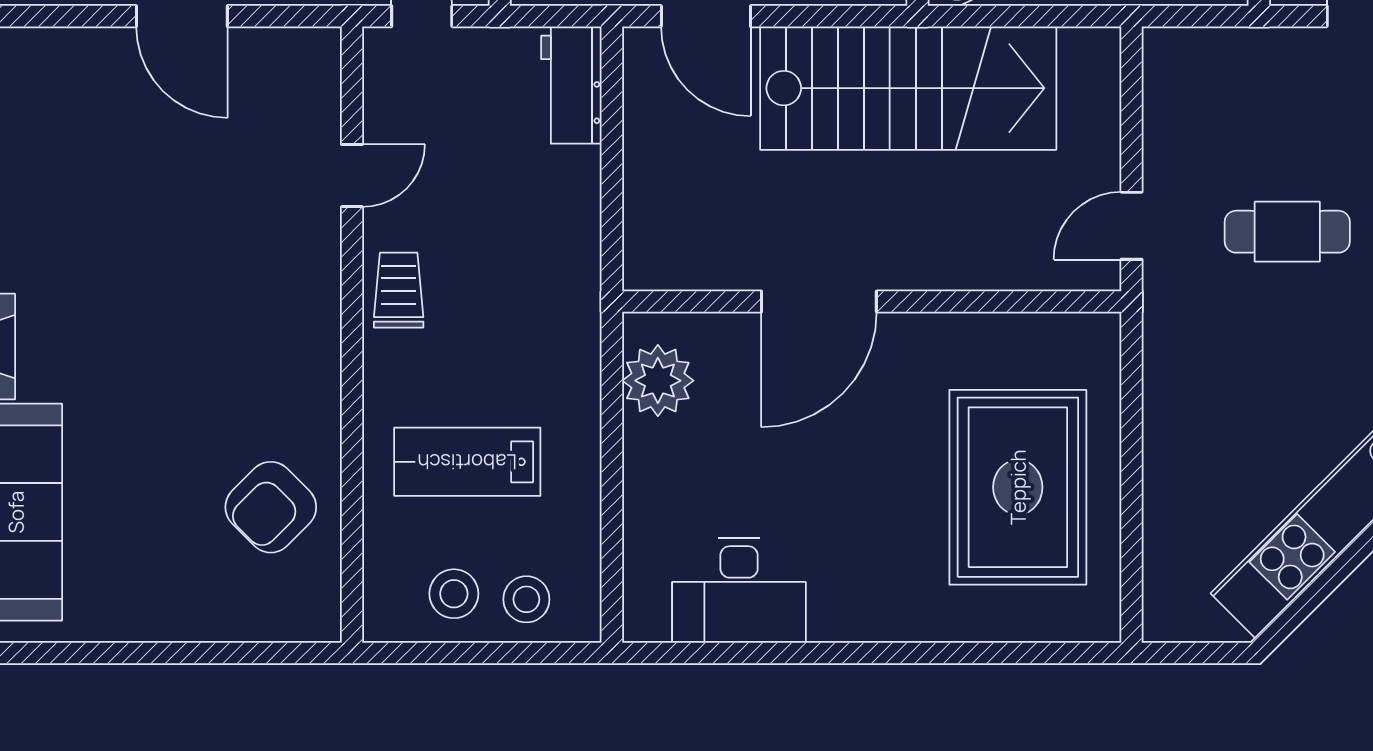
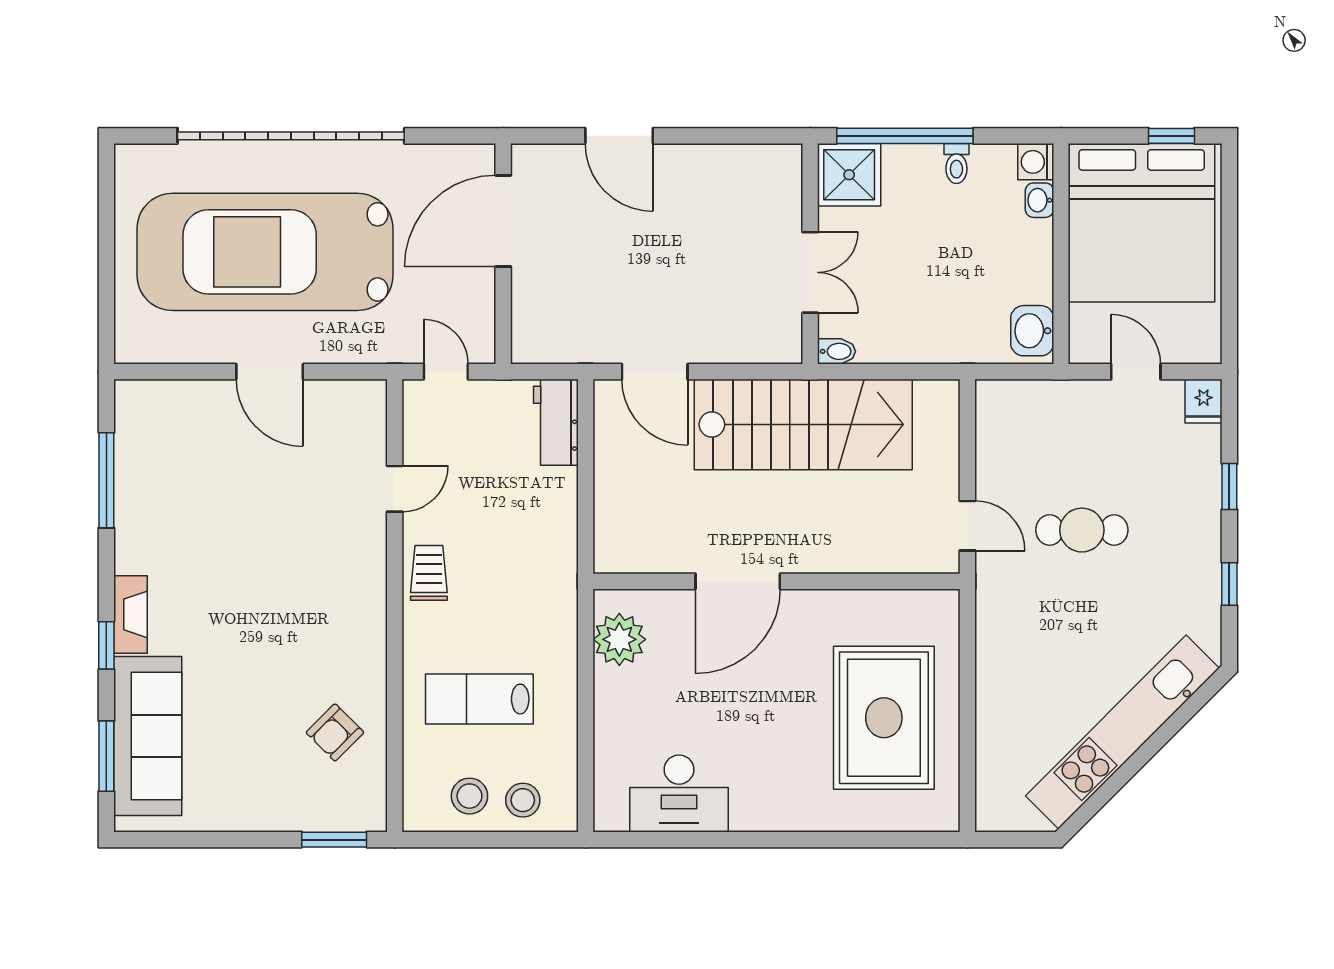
door: (1132, 226) -> (967, 526), swing flipped
armchair: (271, 507) -> (335, 732), width x0.72, depth x0.72
window: (270, 653) -> (334, 840), added

